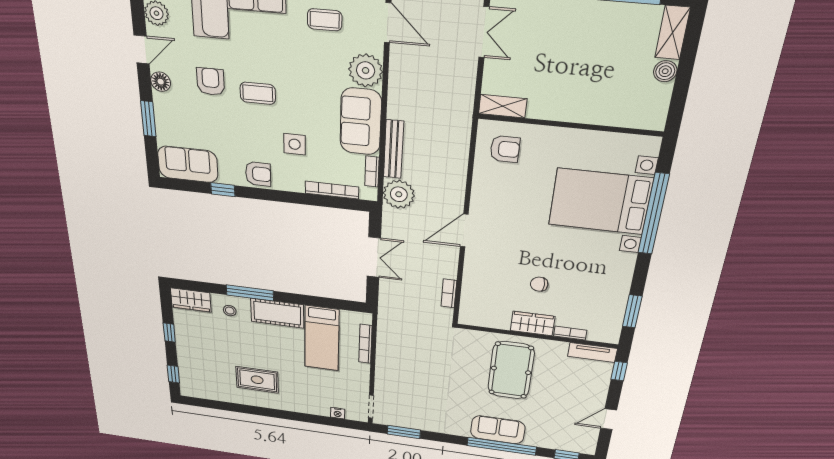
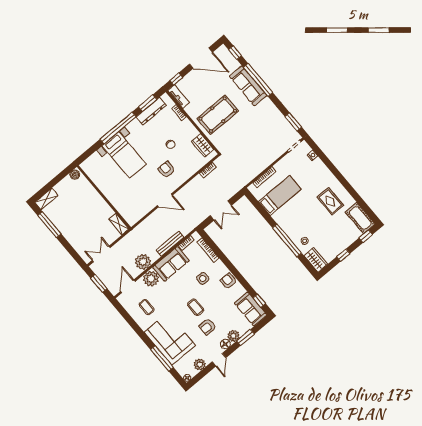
door: (142, 49) -> (219, 360), swing flipped
boiler: (665, 71) -> (75, 175), moved
plant: (165, 105) -> (233, 336), added
armchair: (505, 149) -> (166, 169), moved
window: (223, 190) -> (259, 301), moved
plant: (399, 194) -> (143, 262), moved
bed with nightstands: (600, 201) -> (124, 155), width x0.73
window: (653, 214) -> (118, 128), moved
door: (464, 231) -> (165, 200), moved
double door: (374, 257) -> (221, 210), swing flipped
window: (250, 293) -> (287, 240), width x1.46
dresser: (615, 305) -> (151, 111), added
cot: (277, 313) -> (360, 218), moved
wardrobe: (533, 323) -> (203, 145), moved
door: (609, 419) -> (201, 58), width x1.87
sofa: (498, 430) -> (248, 86), width x1.36

